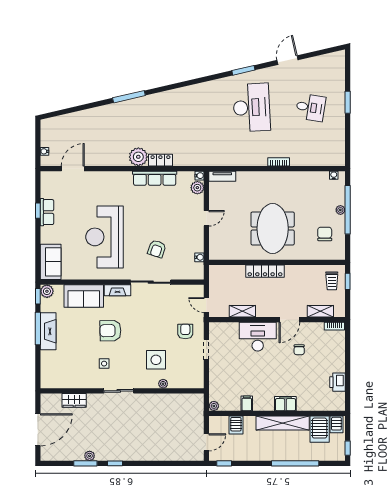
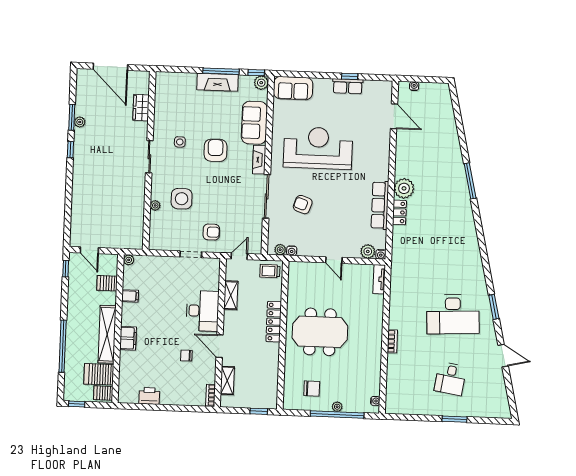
plant: (199, 268) -> (280, 250), added
trolley: (332, 281) -> (270, 271), moved

